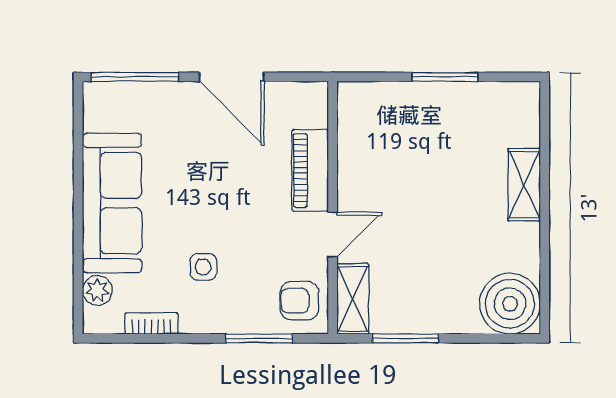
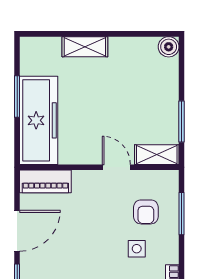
freezer: (407, 111) -> (39, 120), added
piano: (310, 170) -> (45, 181), moved
armchair: (300, 301) -> (146, 212), moved
boiler: (510, 304) -> (169, 47), width x0.54, depth x0.54

